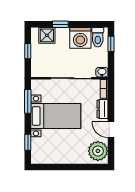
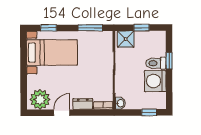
shower: (47, 35) -> (126, 39), moved
toilet: (98, 37) -> (156, 63), moved
bed with nightstands: (56, 116) -> (52, 53), moved, turned -90

